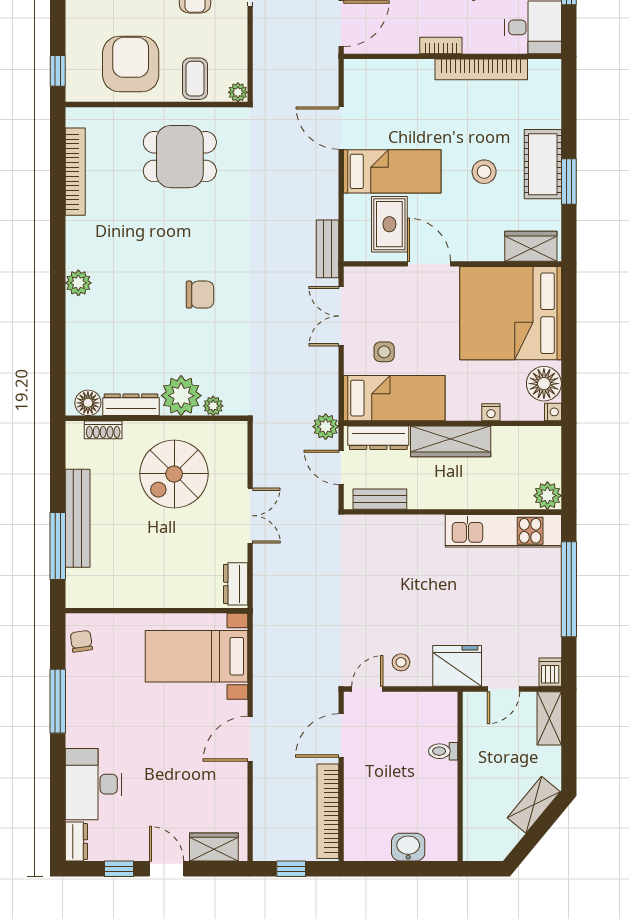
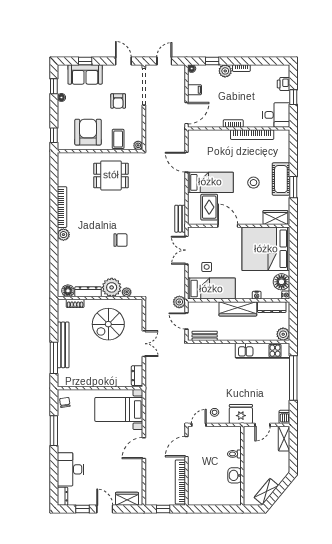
bookcase: (75, 172) -> (62, 207), moved
dresser: (378, 438) -> (272, 307), moved
shelving: (534, 805) -> (266, 492), moved
washbasin: (408, 847) -> (235, 475), moved, turned -90

